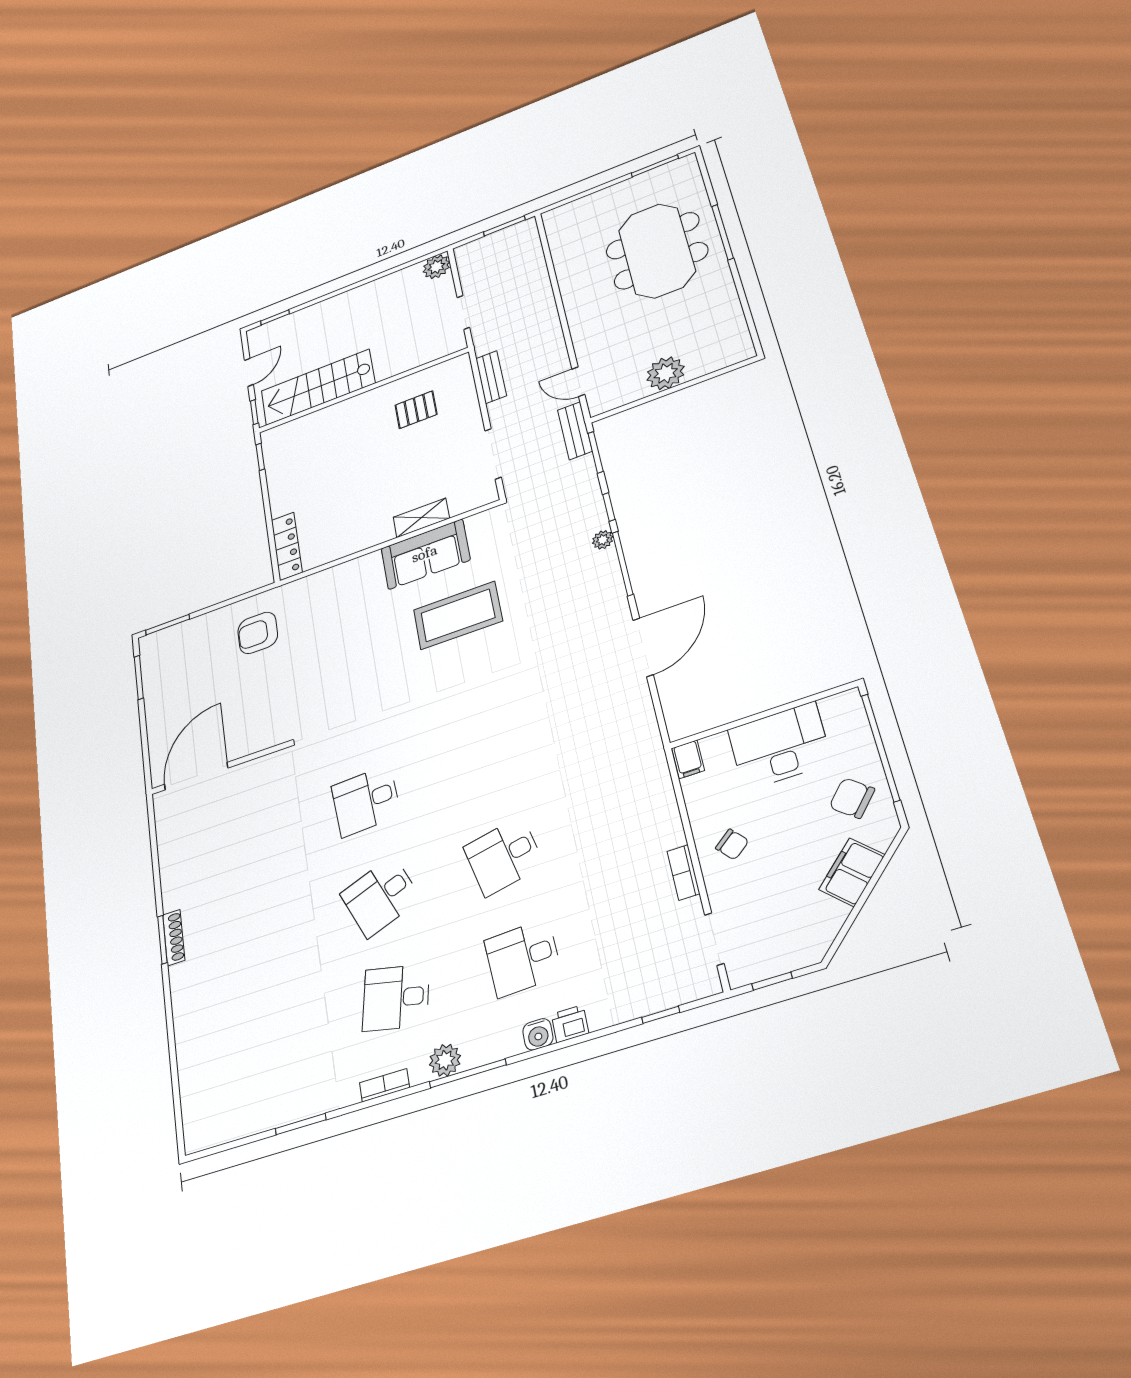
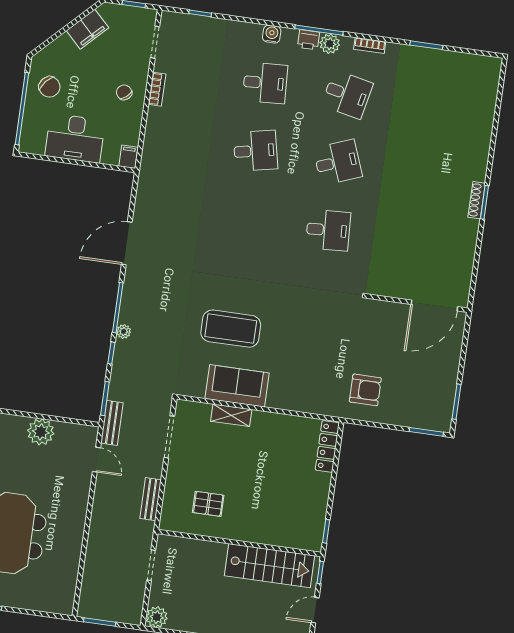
filing cabinet: (852, 872) -> (88, 29), moved
printer: (570, 1024) -> (308, 40), moved

